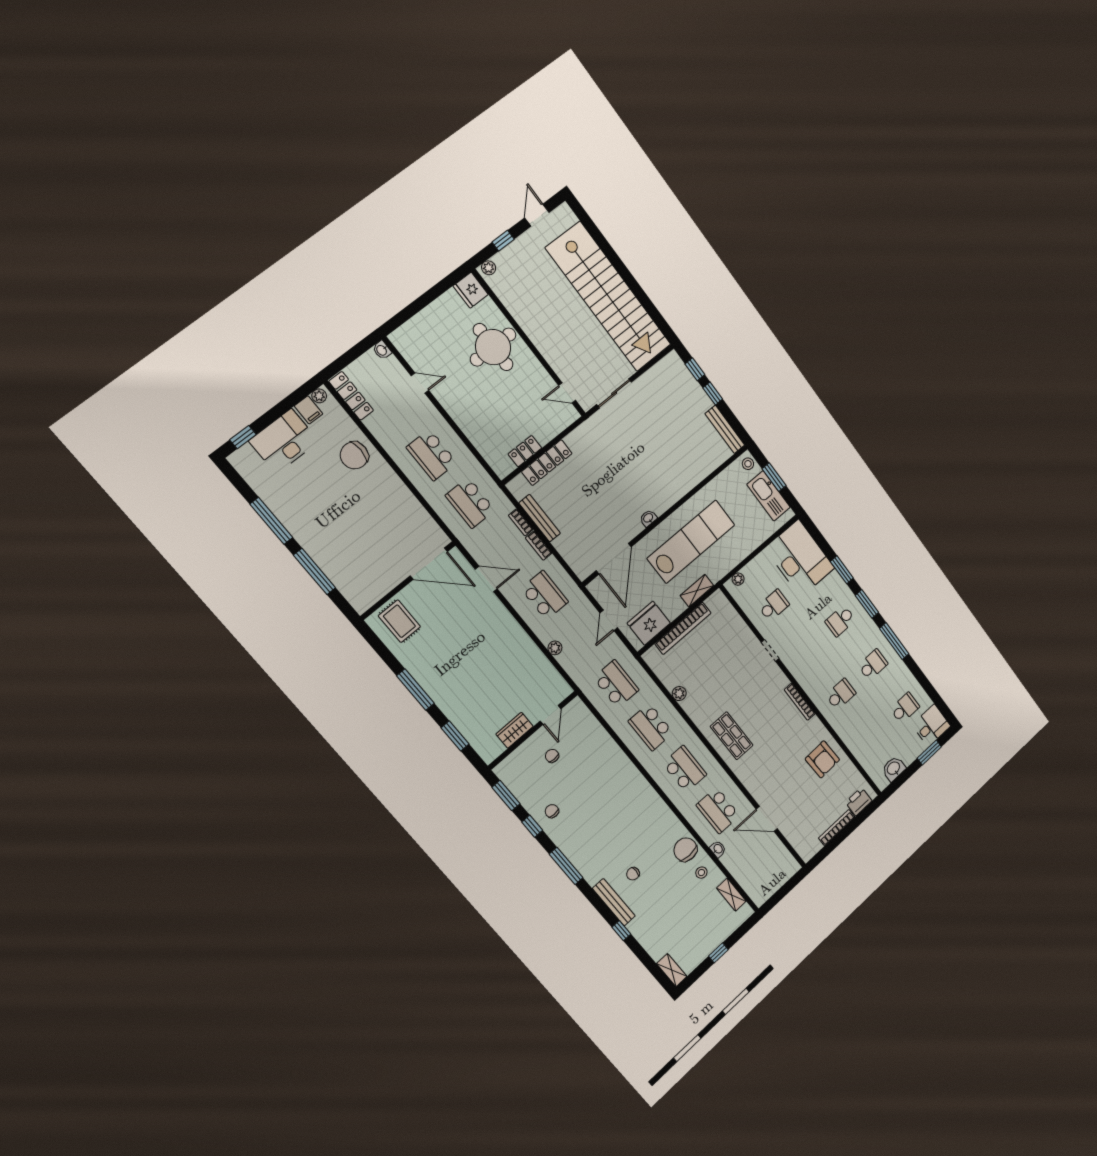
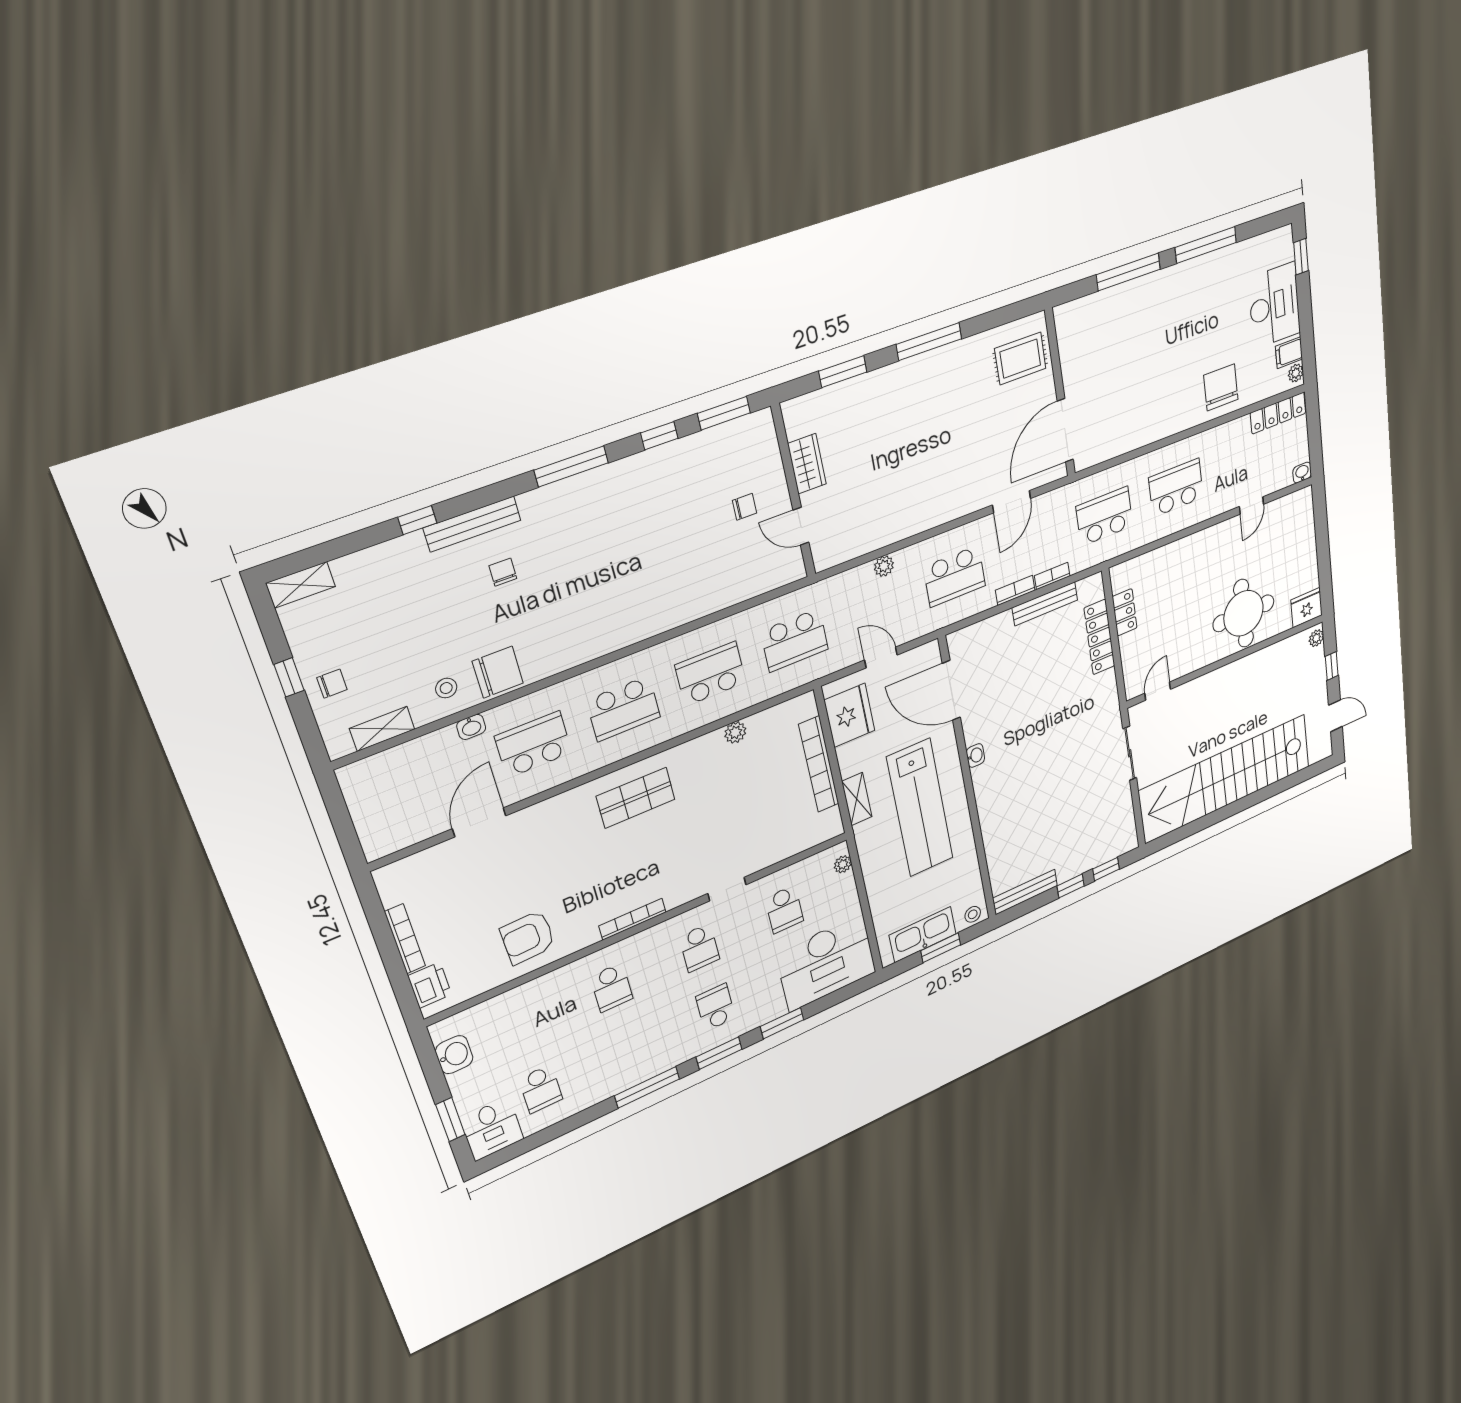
school desk: (873, 665) -> (699, 948), moved
chair: (552, 811) -> (332, 684), moved

